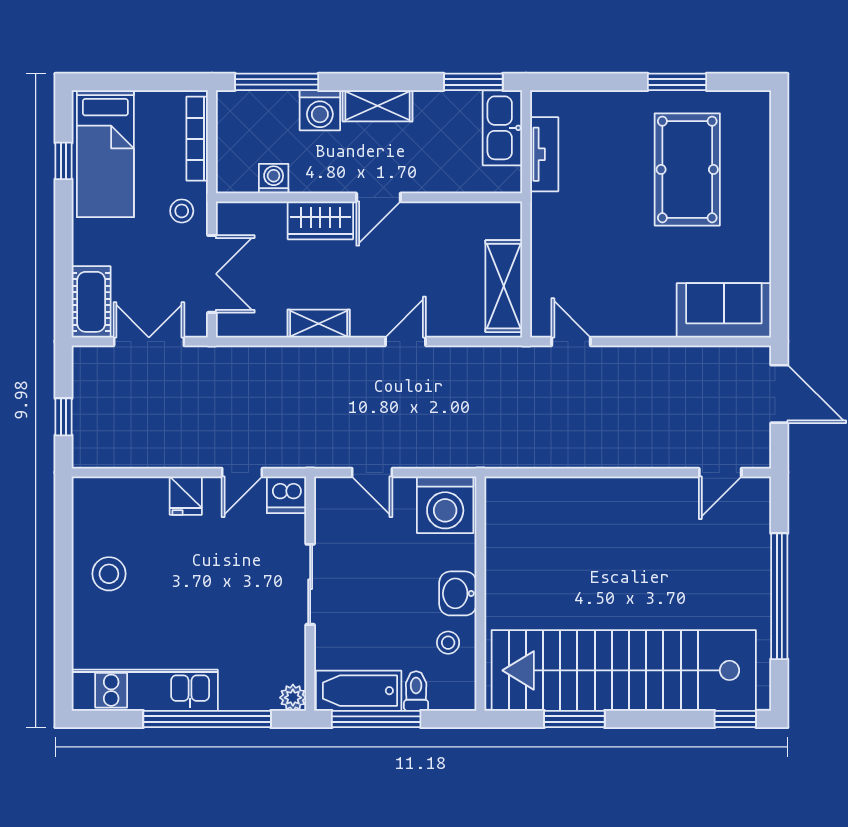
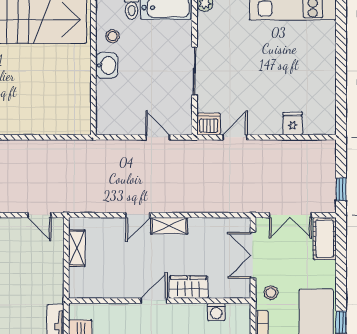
shelving: (504, 286) -> (77, 248), width x0.67, depth x0.75
shelving: (319, 324) -> (169, 226), moved
window: (64, 417) -> (341, 189), moved
fridge: (186, 496) -> (293, 124), moved
washing machine: (445, 505) -> (114, 118), removed
stool: (109, 574) -> (314, 77), removed

